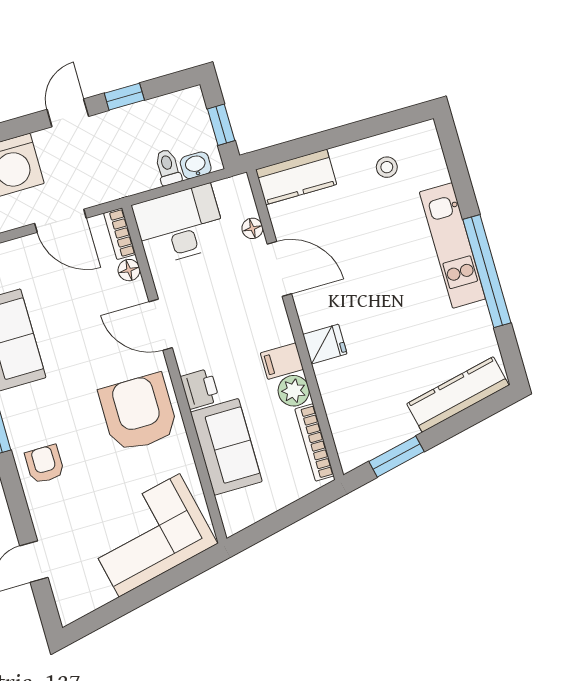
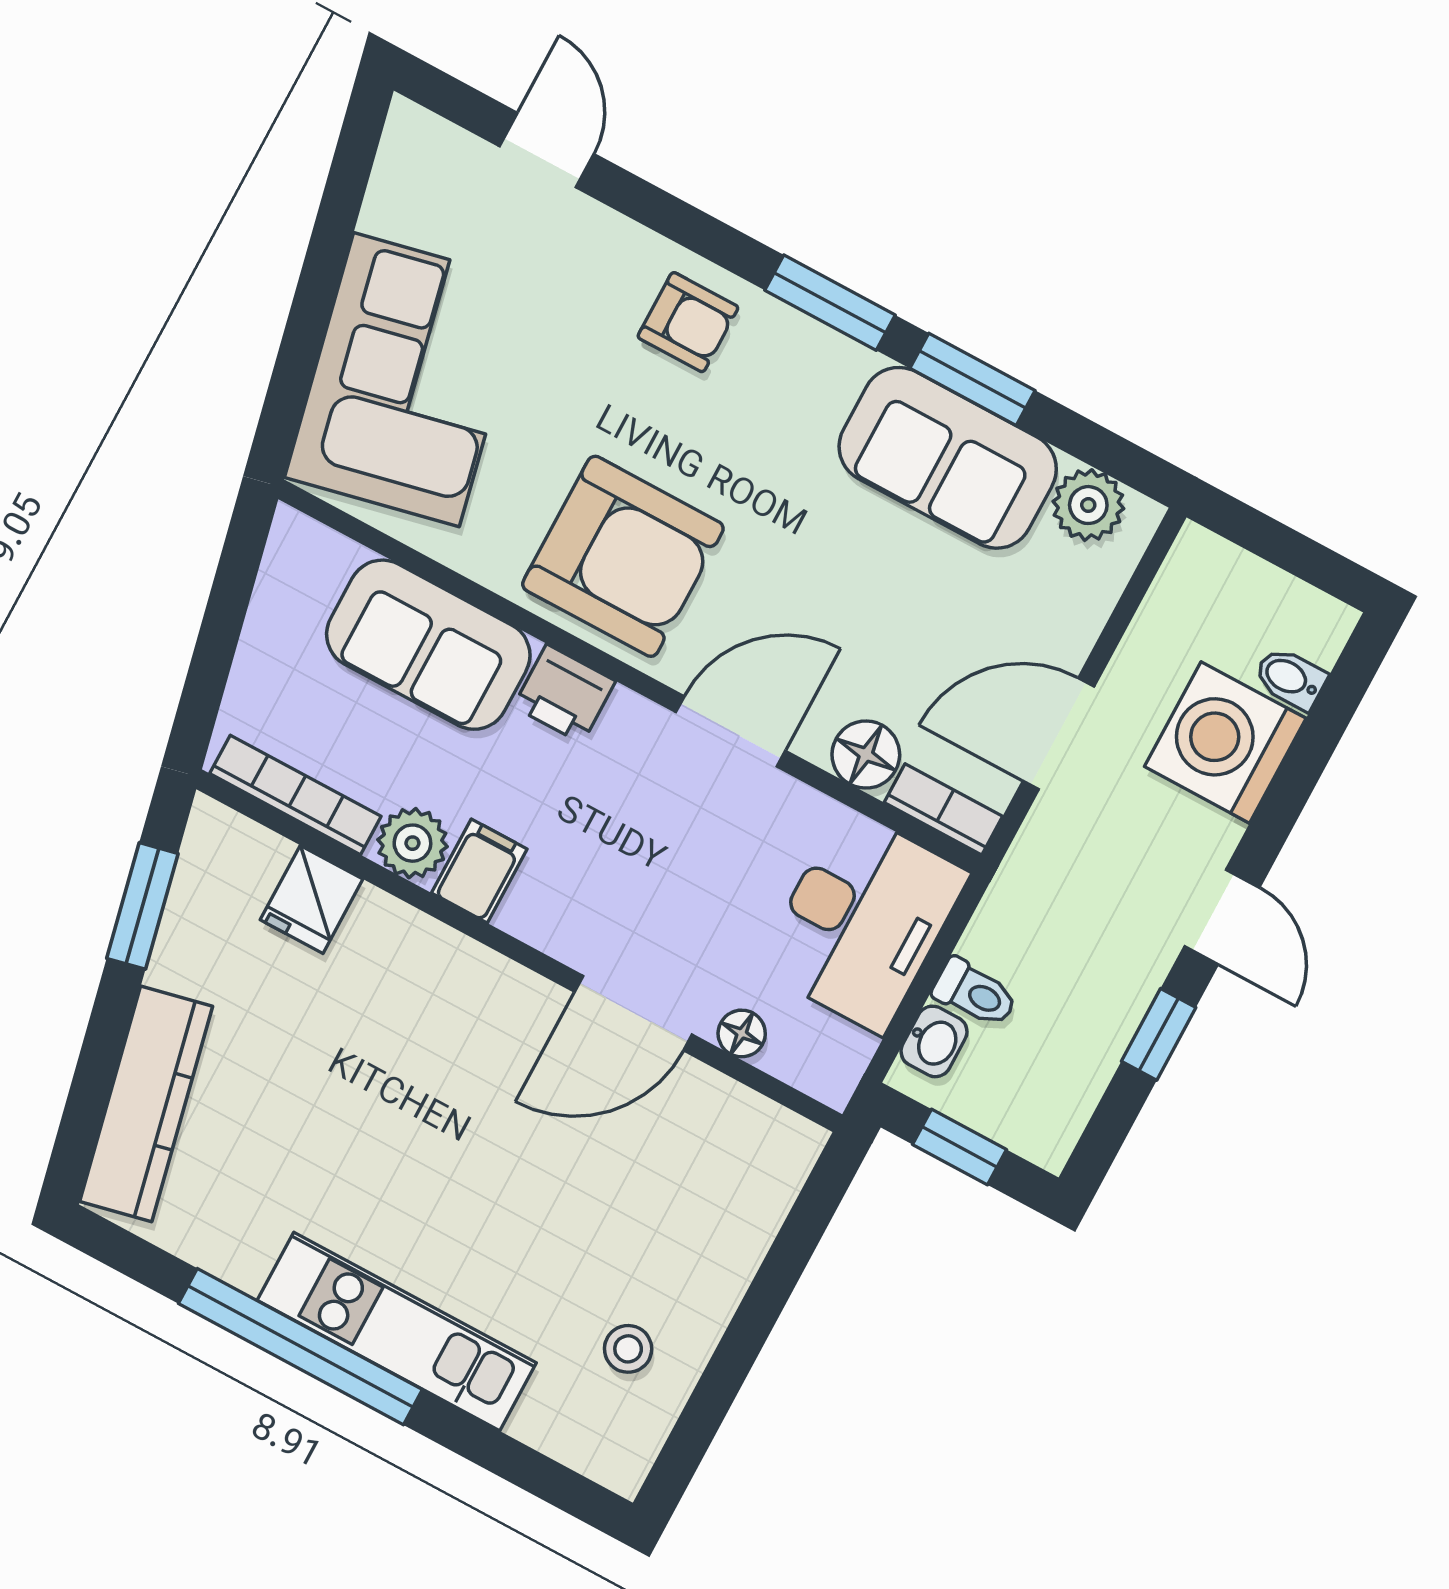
kitchen counter: (296, 177) -> (756, 1186), removed
floor lamp: (129, 270) -> (866, 755), width x1.37, depth x1.37
fridge: (325, 344) -> (312, 899), moved

